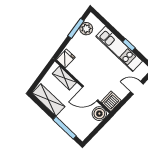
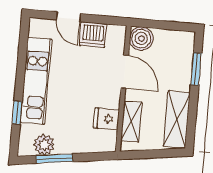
window: (129, 45) -> (17, 113), moved
fridge: (66, 59) -> (106, 119), moved
dishwasher: (111, 101) -> (93, 35), moved
window: (65, 128) -> (196, 69), width x0.69

